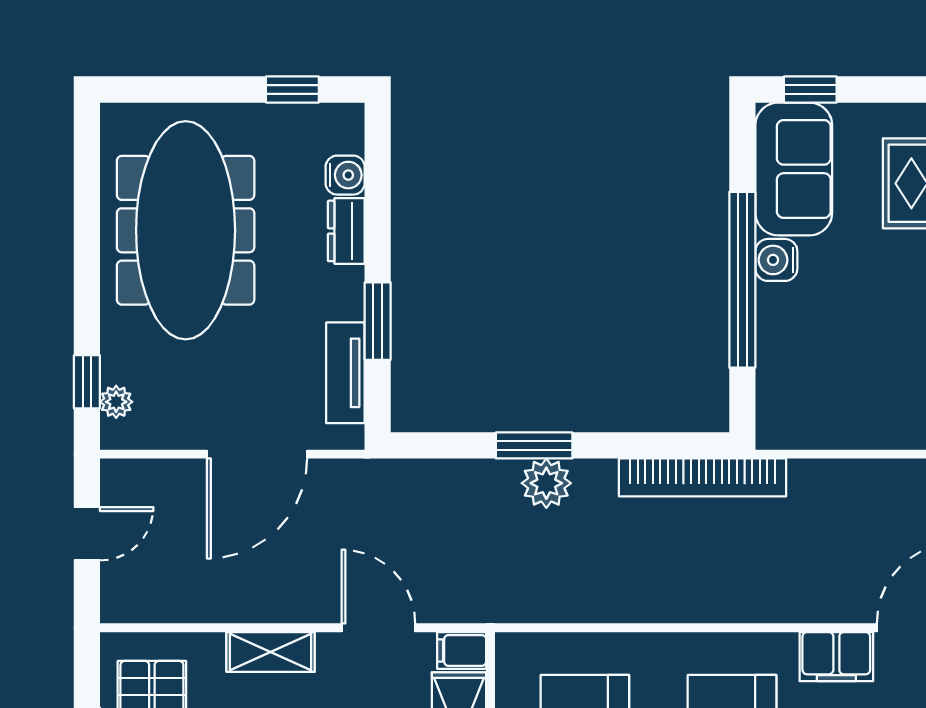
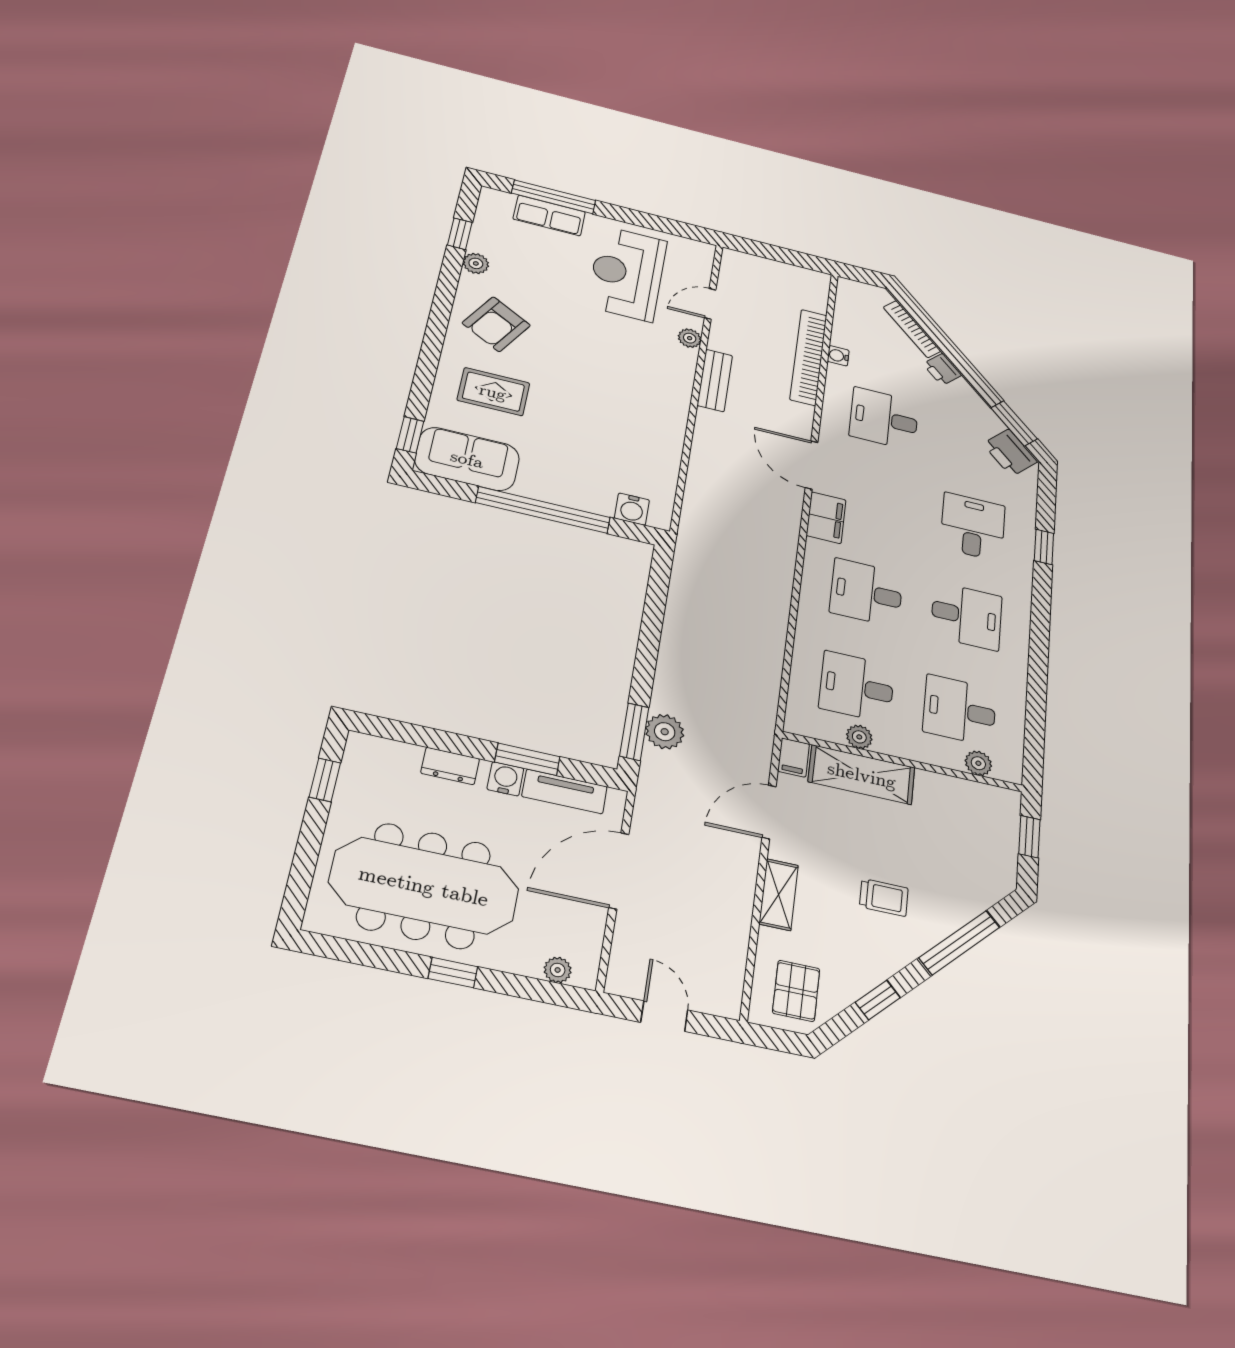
water cooler: (345, 175) -> (505, 779), moved
water cooler: (776, 260) -> (632, 509), moved
window: (87, 382) -> (453, 973), moved
window: (534, 445) -> (634, 732), moved
door: (257, 454) -> (619, 871), swing flipped
bookcase: (703, 477) -> (685, 569), removed
plant: (546, 483) -> (665, 732), moved

